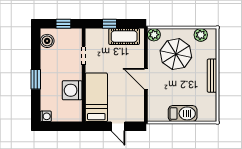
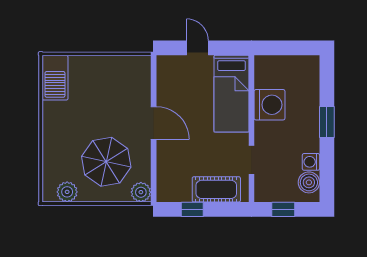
window: (109, 24) -> (192, 209), moved
cot: (124, 36) -> (216, 189), moved
bench: (212, 76) -> (49, 128), removed
barbecue: (183, 113) -> (55, 78), moved, turned -90
washing machine: (46, 116) -> (311, 162), moved

